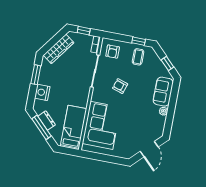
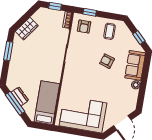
window: (139, 41) -> (90, 12), moved
wardrobe: (59, 49) -> (27, 29), width x0.67
armchair: (120, 86) -> (107, 61), moved
nightstand: (42, 92) -> (15, 68), removed
corner sofa: (101, 125) -> (83, 114), moved, turned -90

